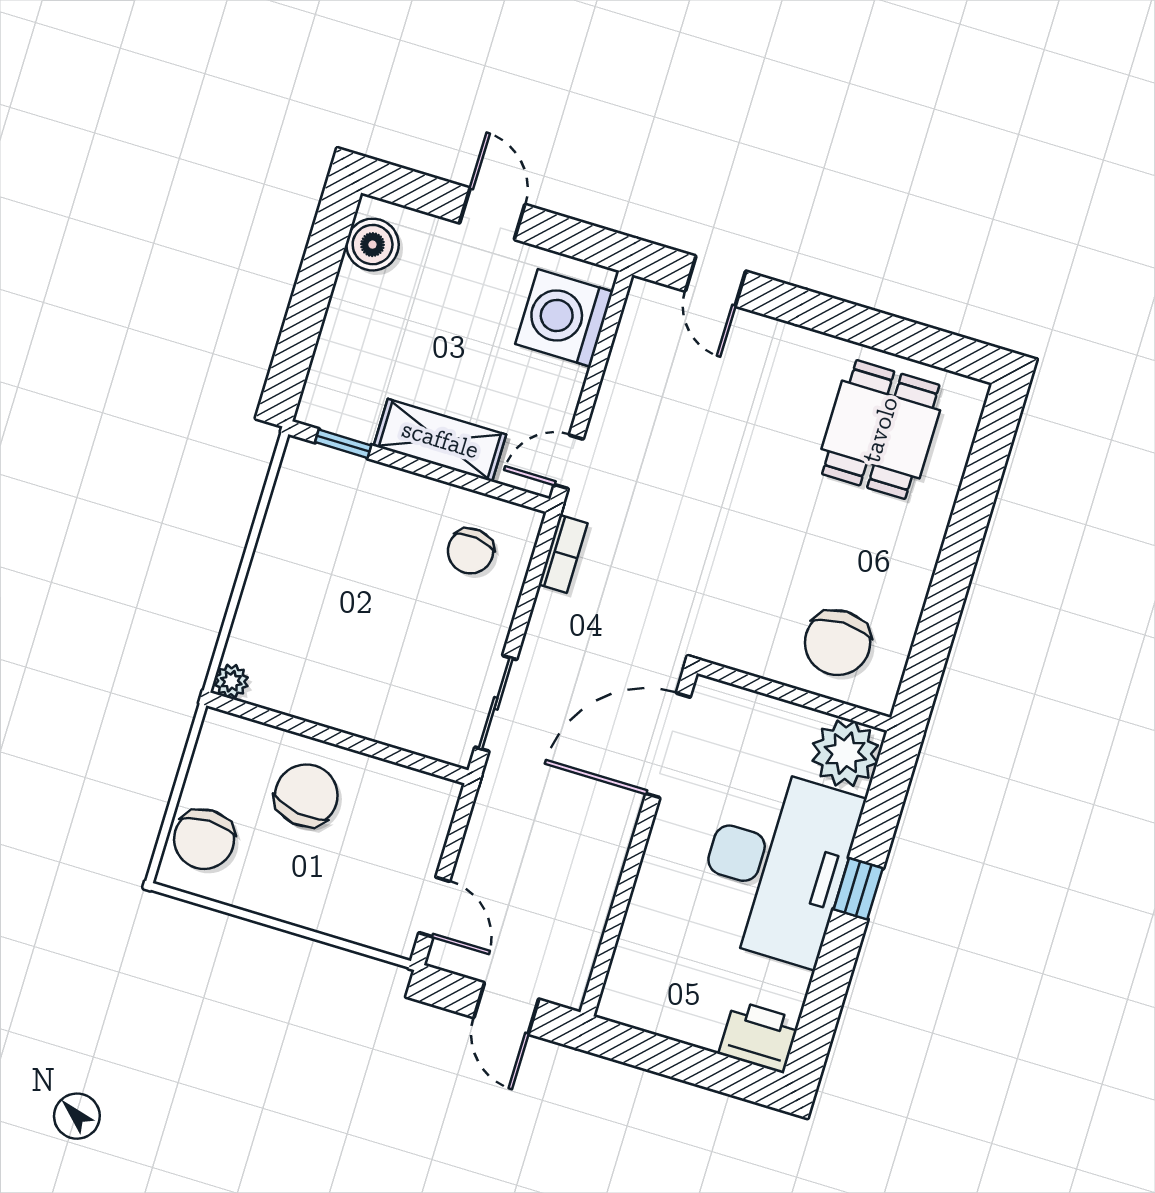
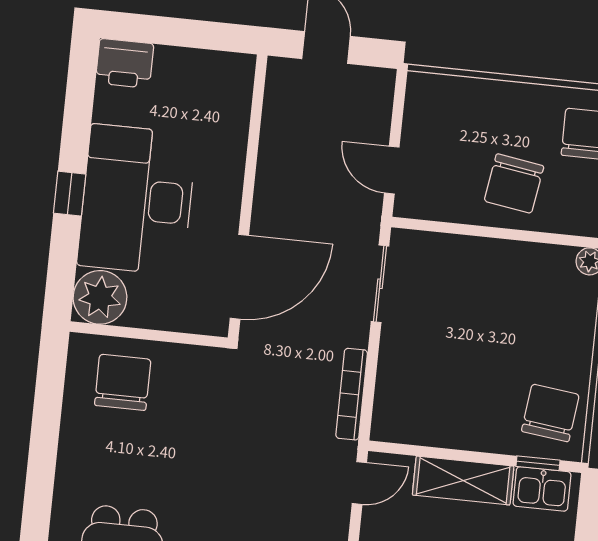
kitchen sink: (344, 411) -> (542, 489), added
chair: (471, 551) -> (550, 413), moved, width x1.37, depth x1.37
bookcase: (563, 554) -> (352, 394), width x1.56
door: (434, 907) -> (392, 170), moved

